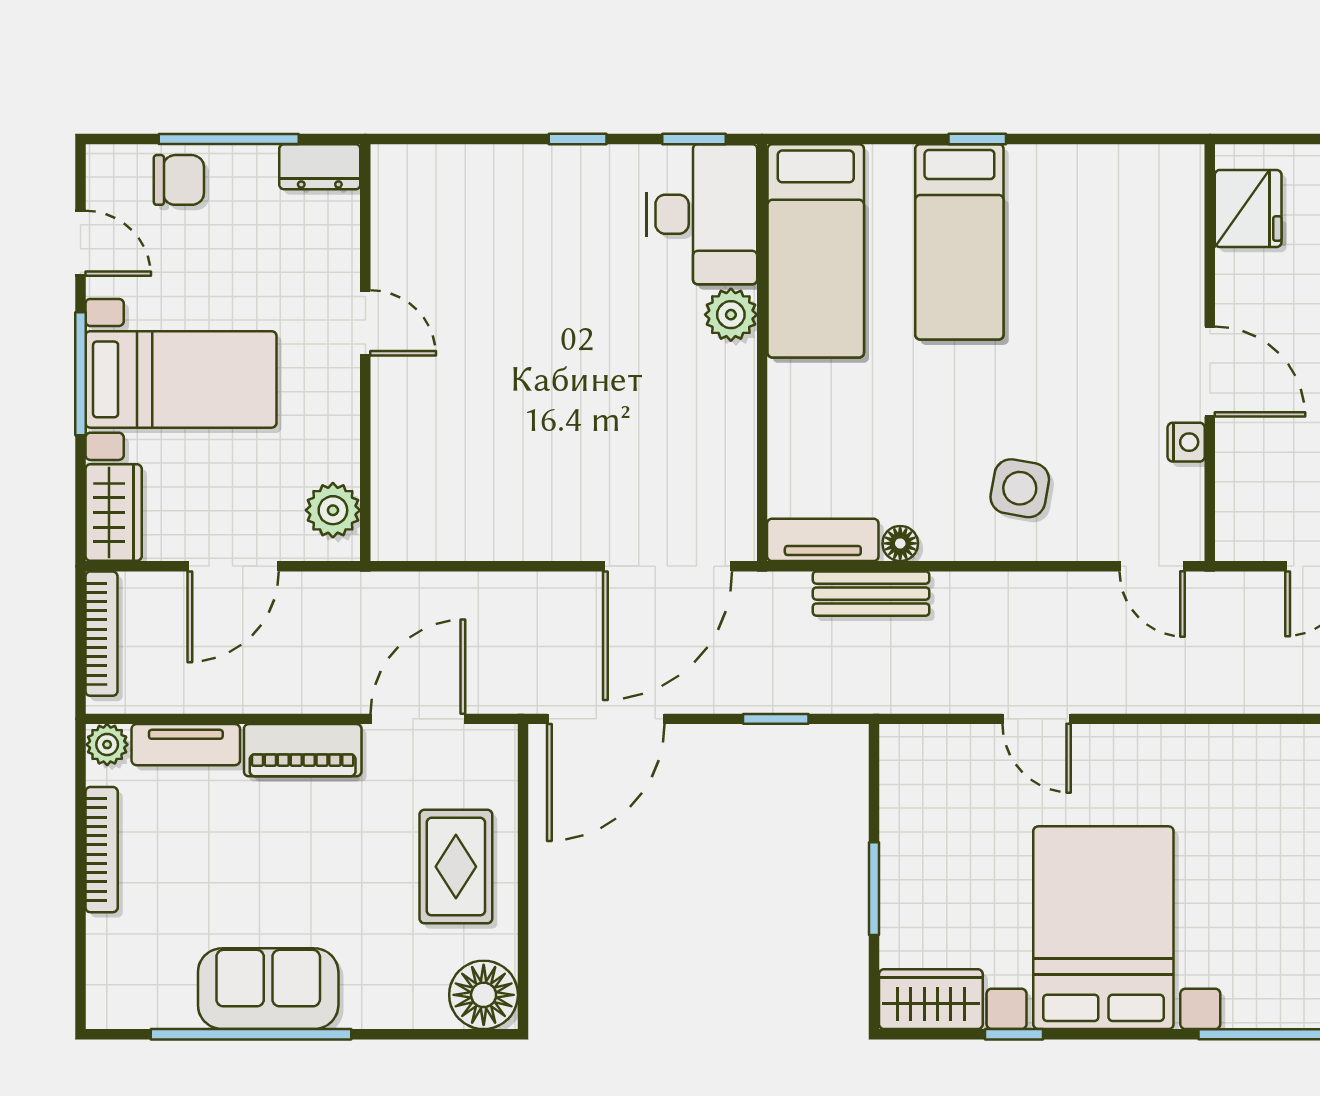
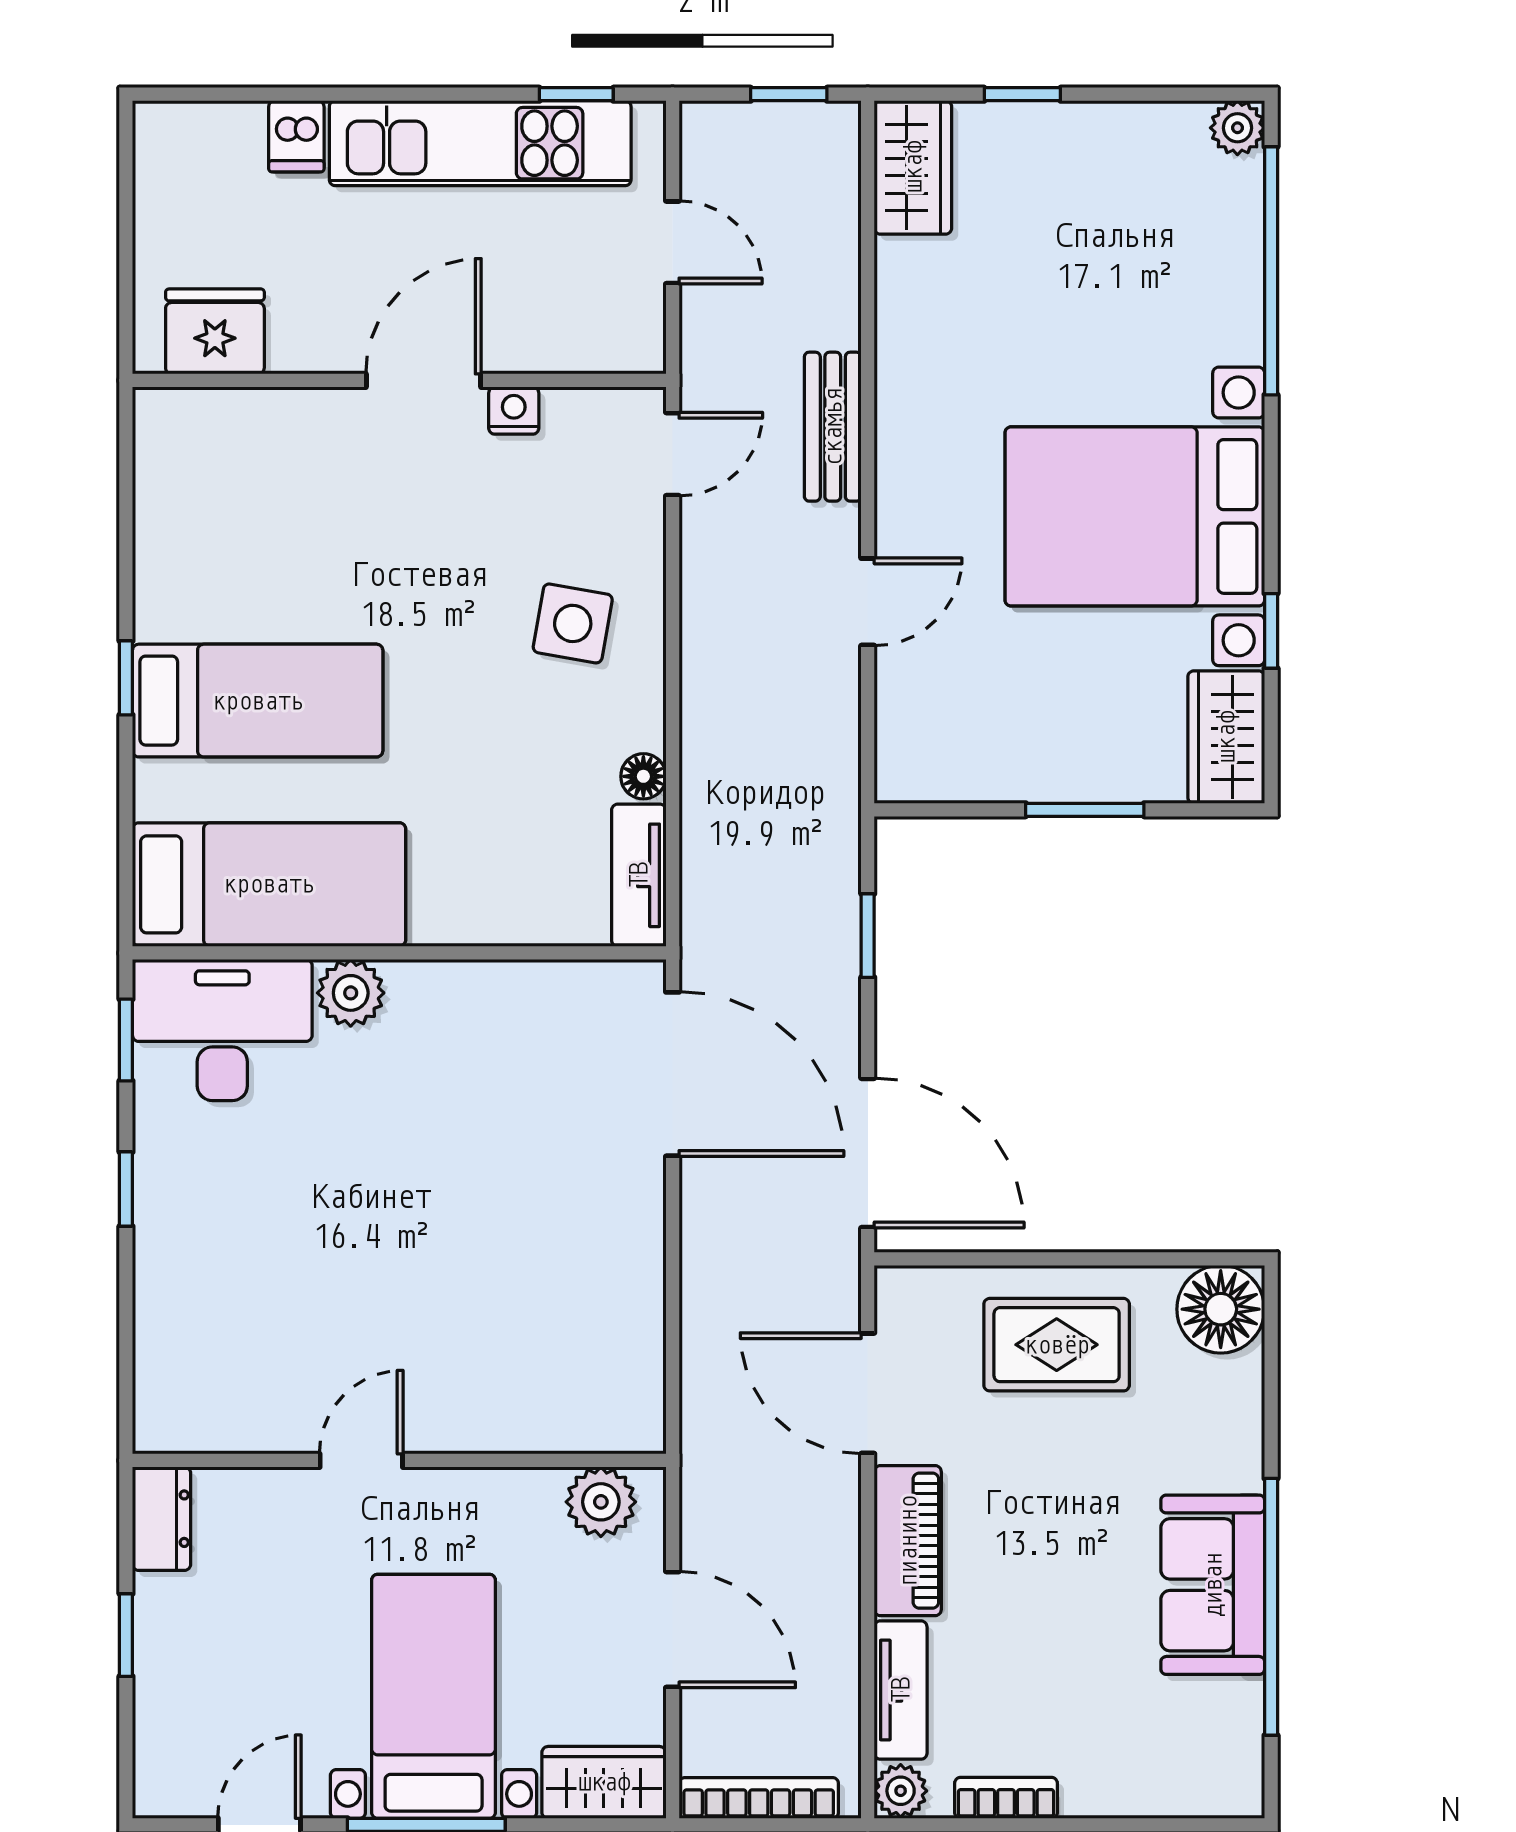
window: (229, 139) -> (126, 1635), width x0.46
chair: (179, 180) -> (178, 1699), removed
bench: (871, 594) -> (833, 427), moved
bookcase: (102, 850) -> (1006, 1798), width x0.64

